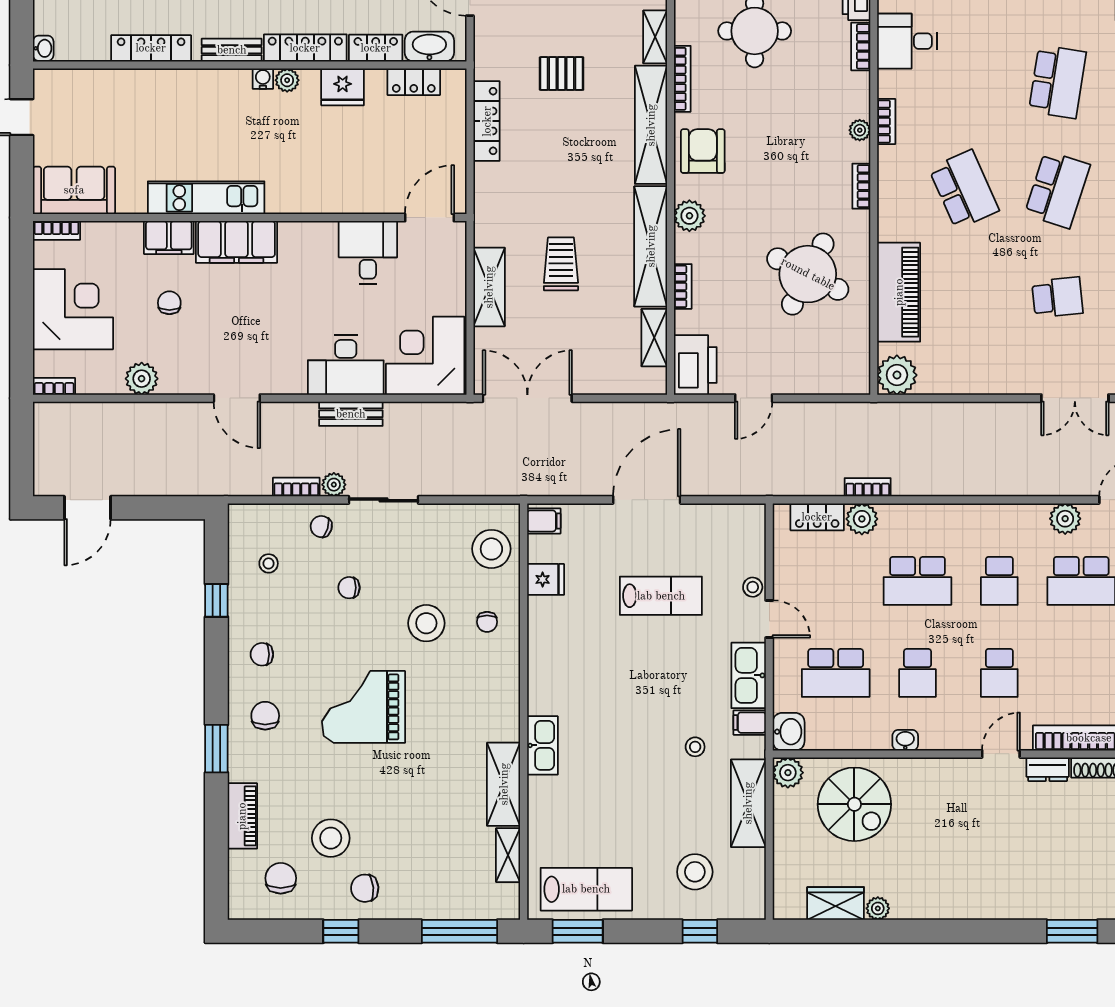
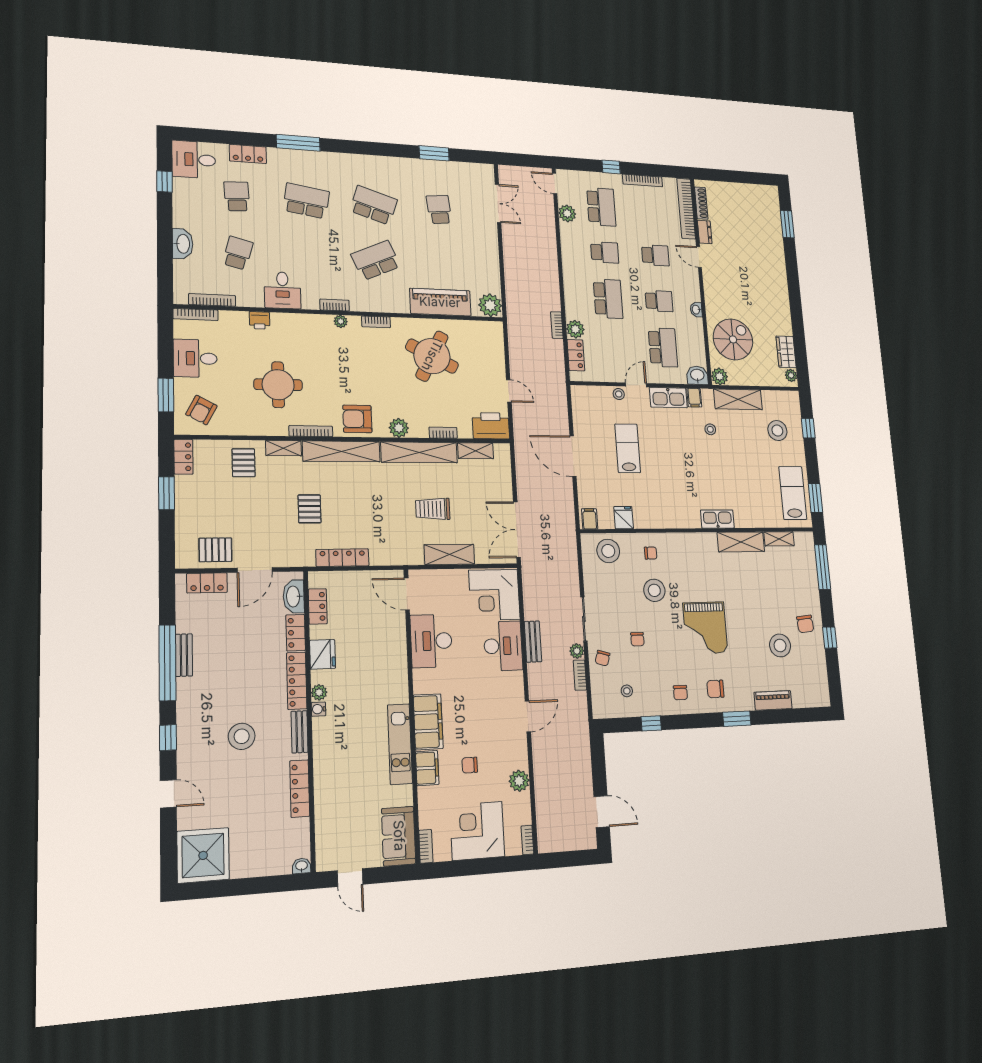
bookcase: (861, 46) -> (287, 319), removed
desk: (368, 252) -> (431, 641), width x1.37
chair: (281, 878) -> (805, 675), removed
plant: (878, 908) -> (791, 375), moved

